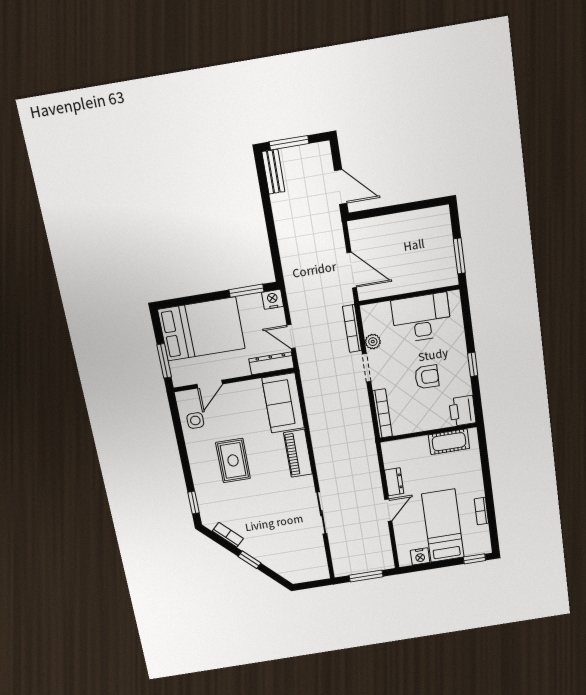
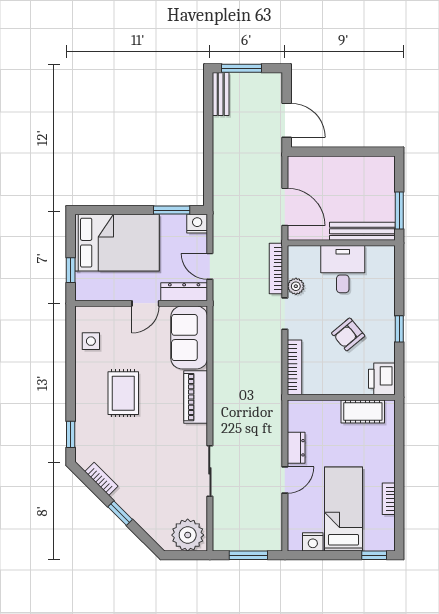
bench: (427, 281) -> (362, 231), added
desk: (421, 318) -> (343, 269), width x0.73
window: (164, 361) -> (71, 270), width x0.67
armchair: (427, 377) -> (348, 334), turned 140
door: (210, 384) -> (145, 303), moved
plant: (311, 568) -> (188, 535), added

